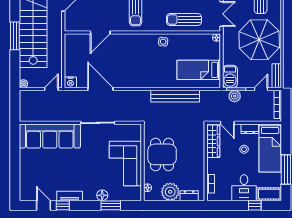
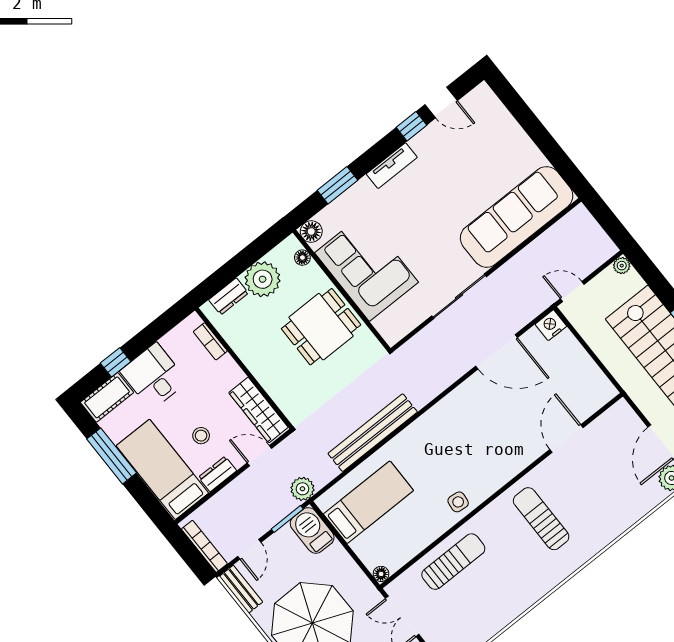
door: (51, 89) -> (572, 292), swing flipped
plant: (235, 96) -> (302, 489), moved
dining table: (162, 154) -> (321, 327), turned 90
floor lamp: (102, 195) -> (311, 231), moved
tv unit: (70, 196) -> (392, 166), moved

